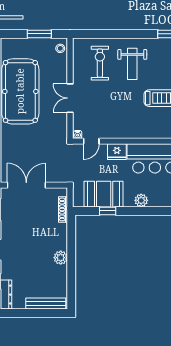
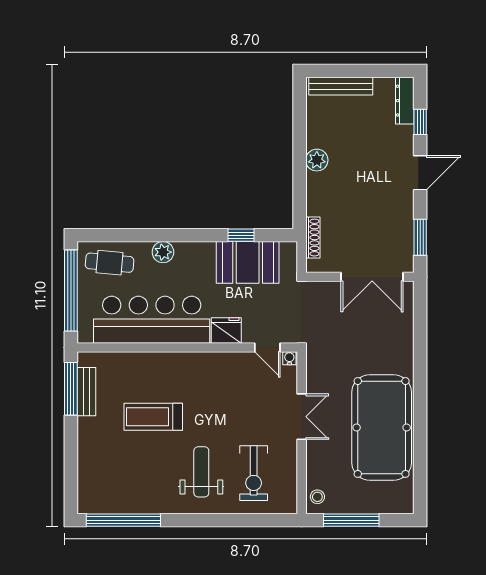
window: (39, 34) -> (351, 520), width x1.44
door: (91, 141) -> (267, 347), swing flipped
plant: (141, 200) -> (163, 252), moved

